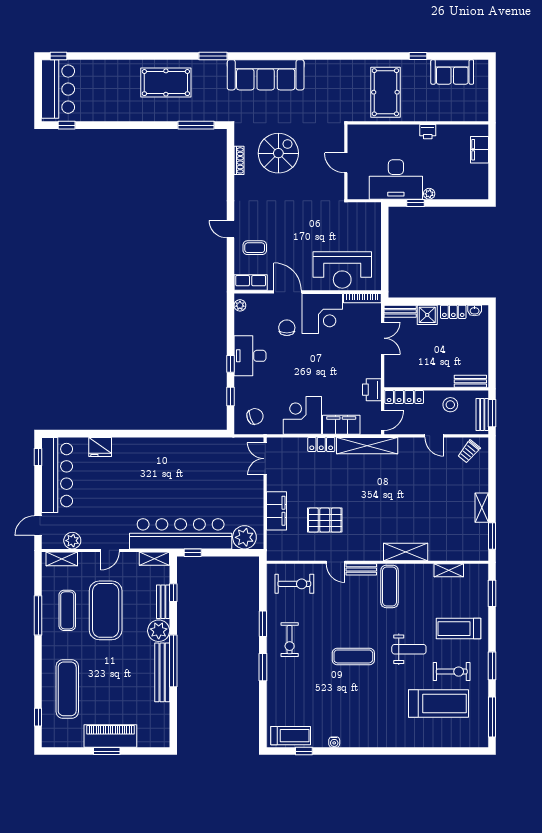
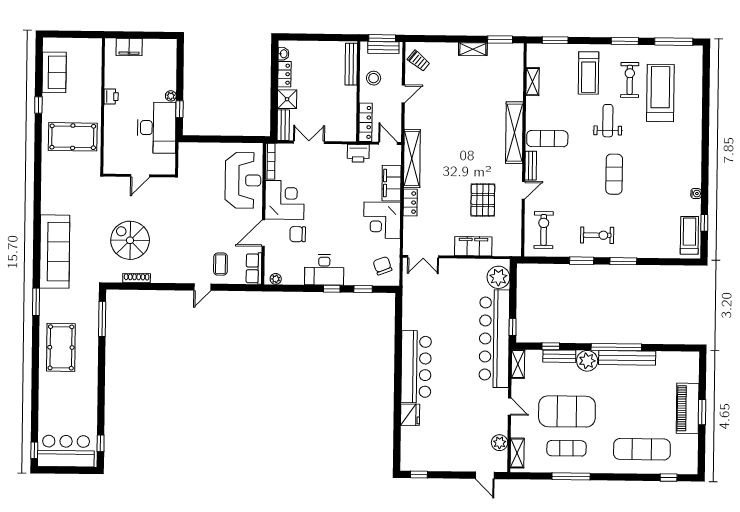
bench: (470, 381) -> (351, 64), width x1.36
bar counter: (57, 475) -> (416, 367), moved, turned 90
shelving: (406, 552) -> (514, 133), width x1.47

